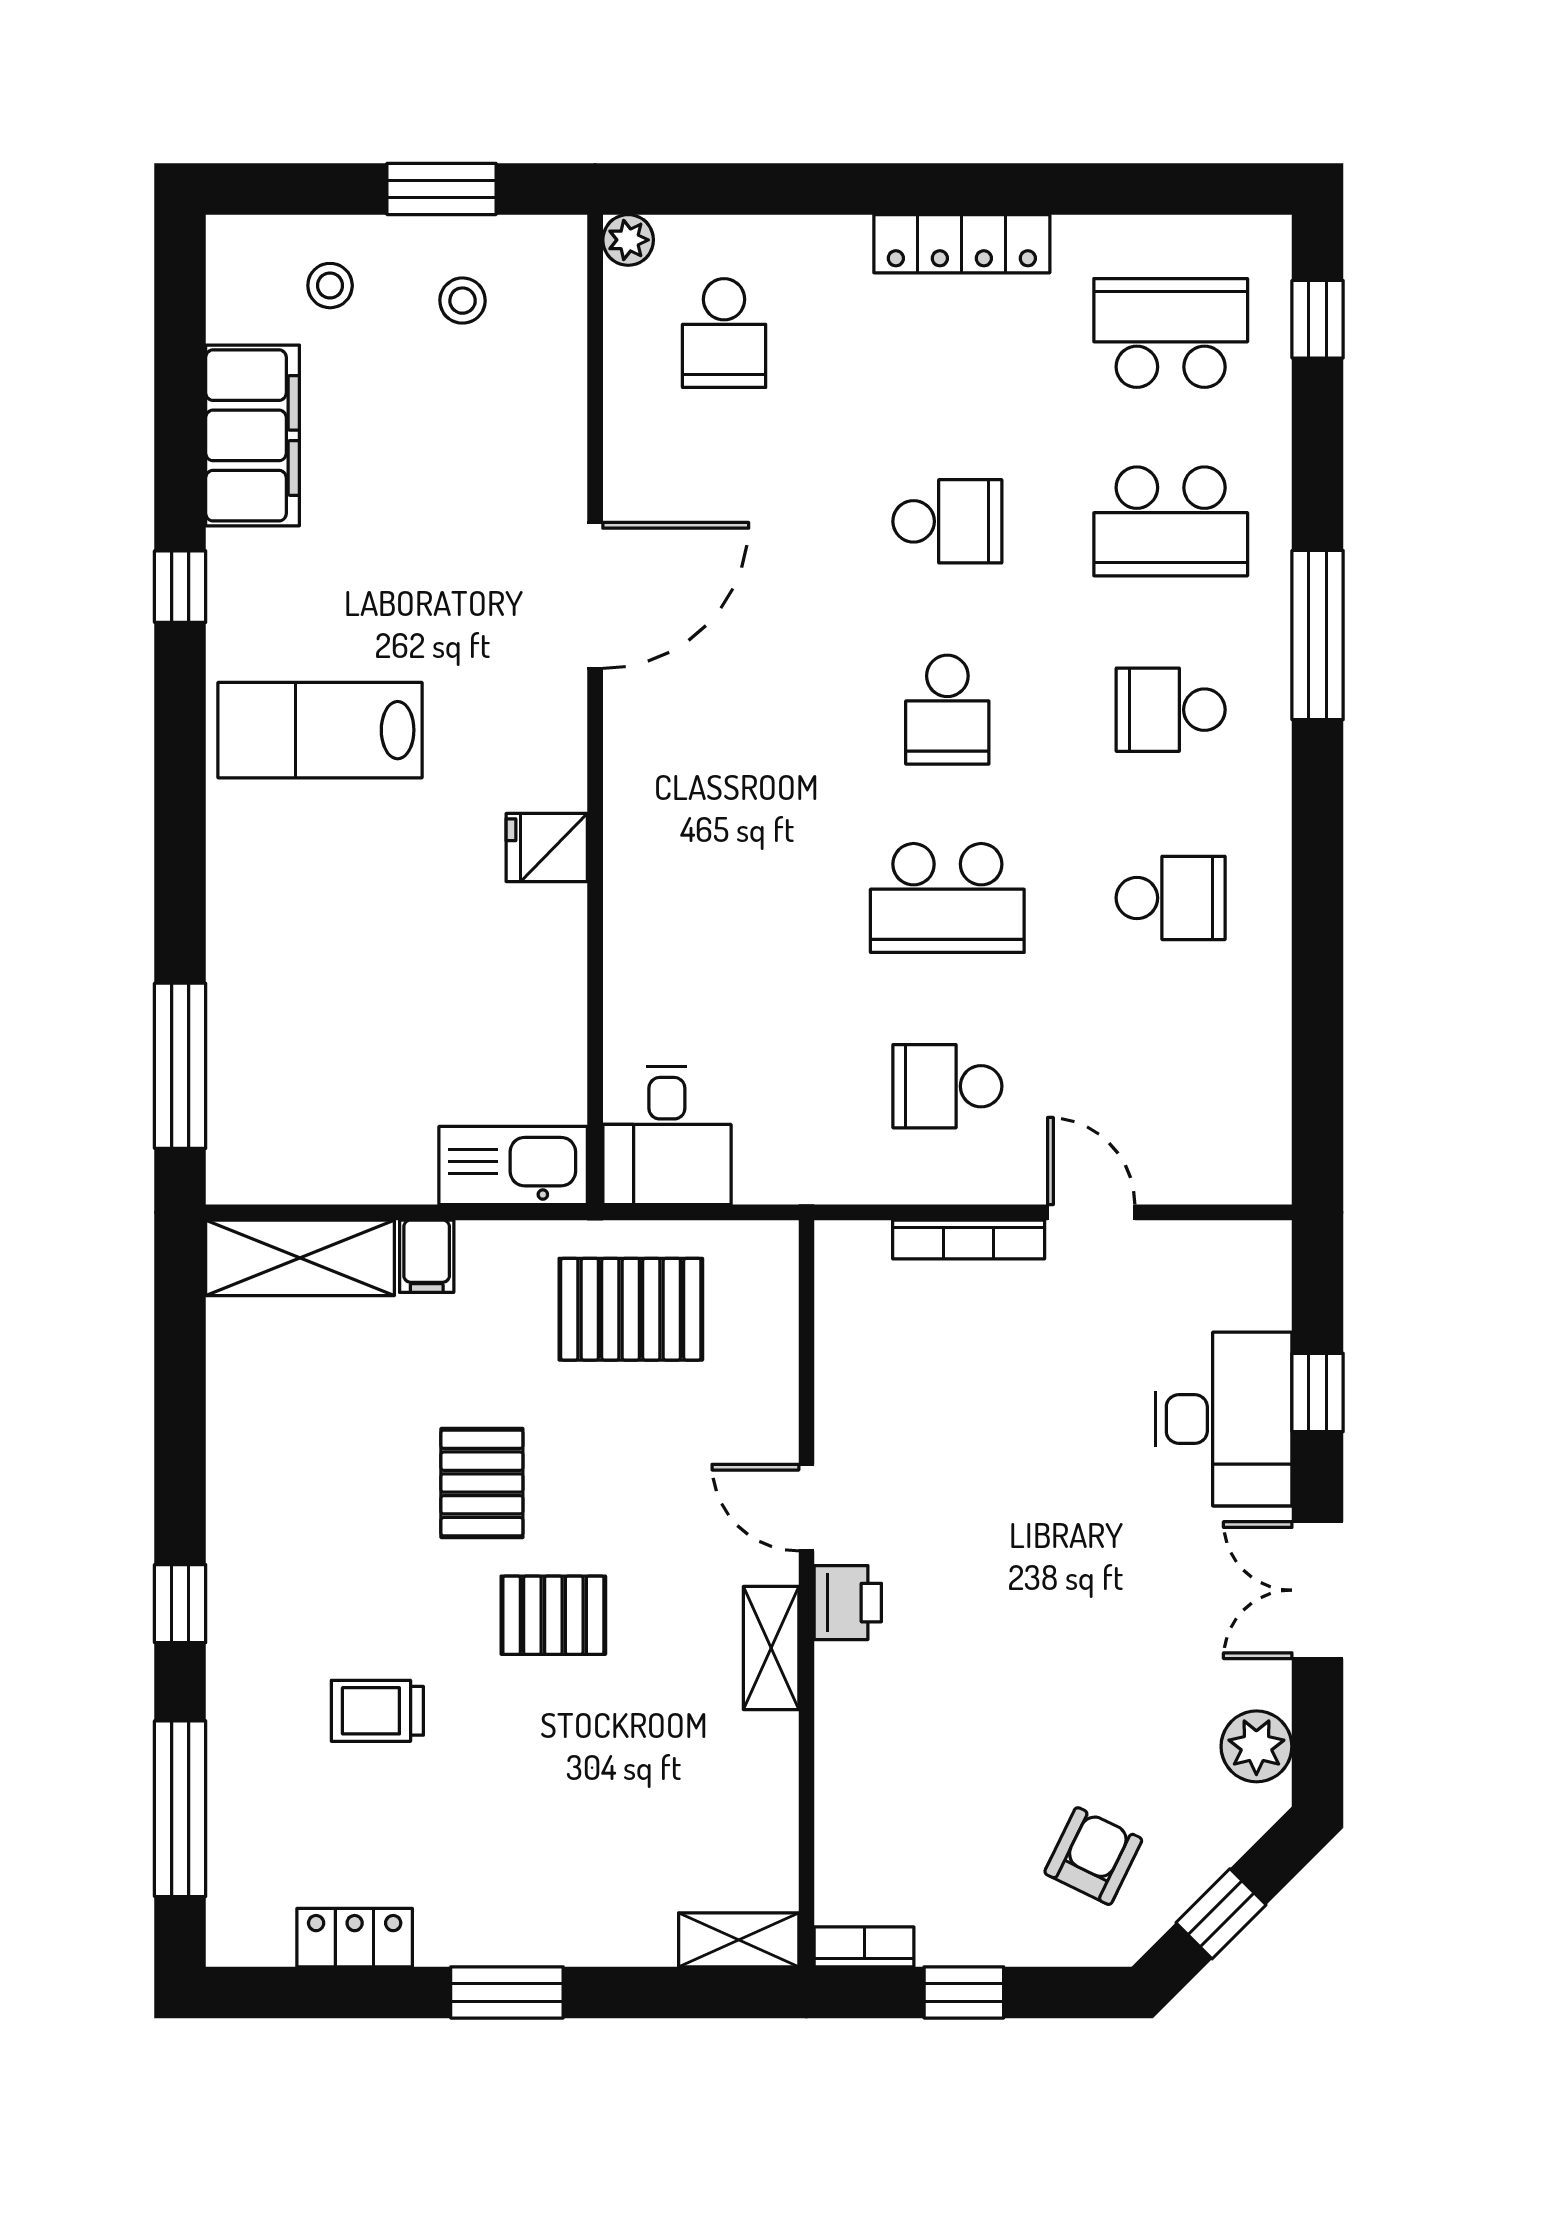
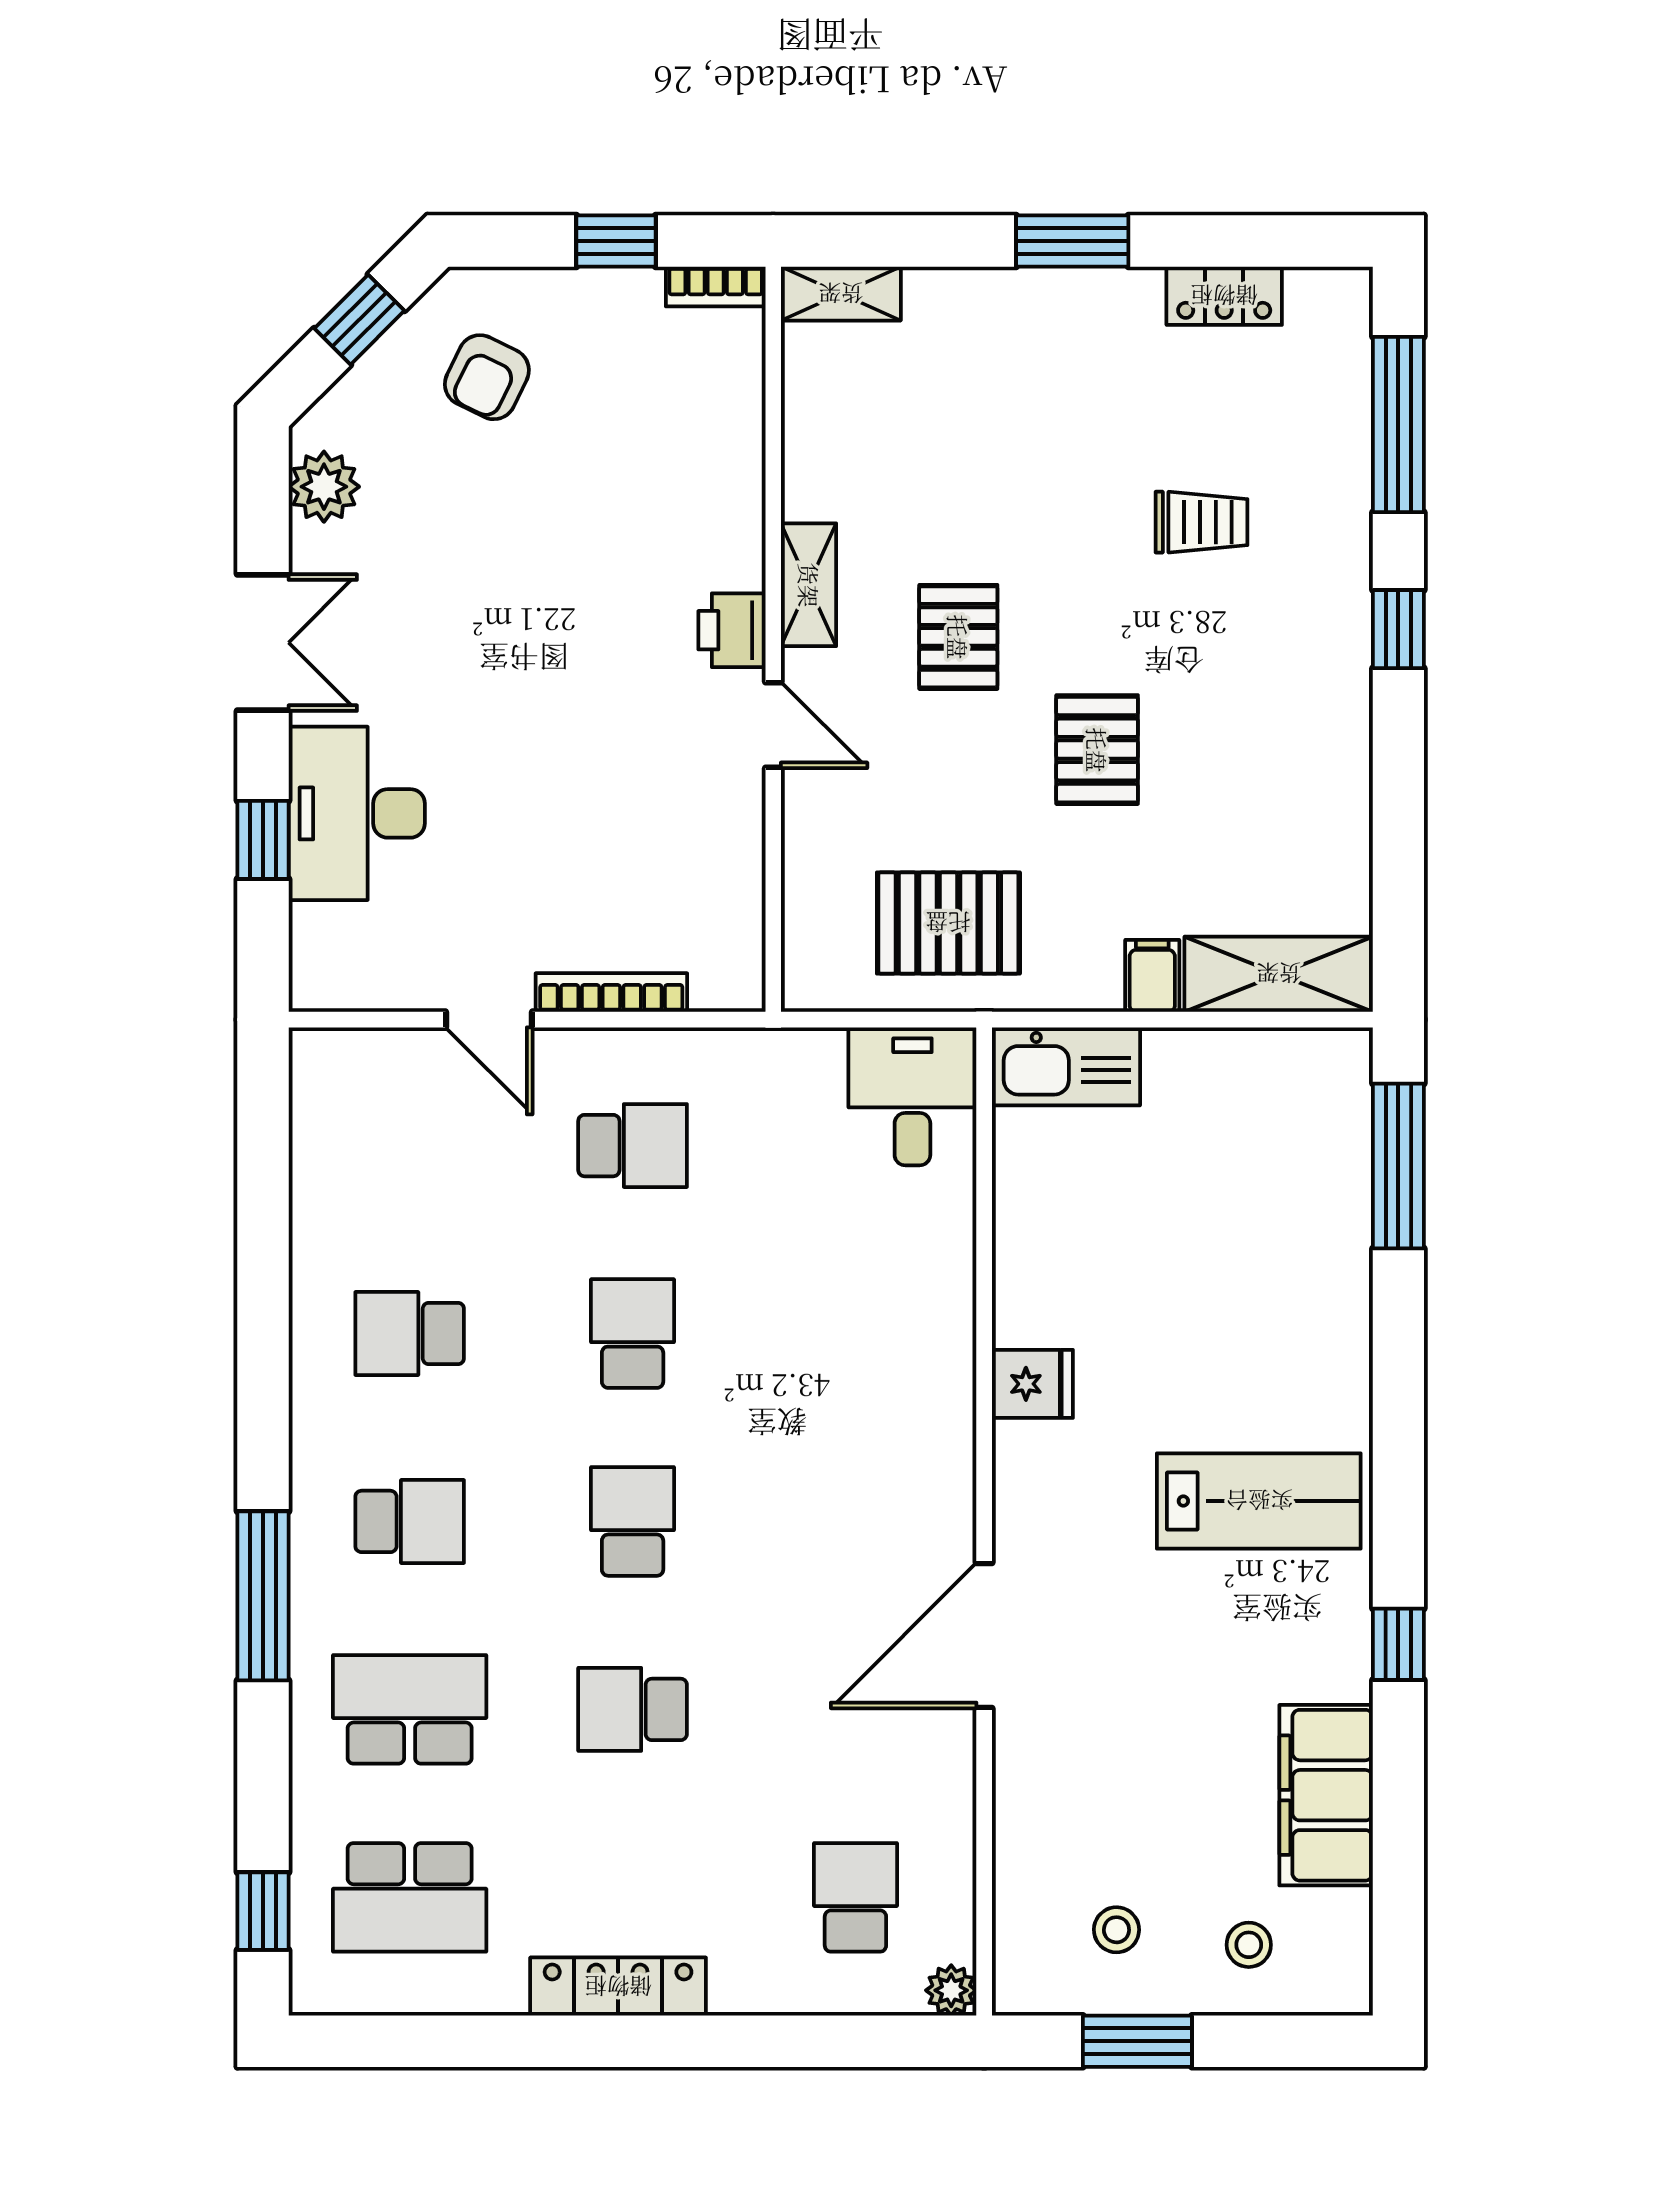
school desk: (947, 898) -> (633, 1334), width x0.54
pallet: (553, 1615) -> (958, 637), moved, turned 90

